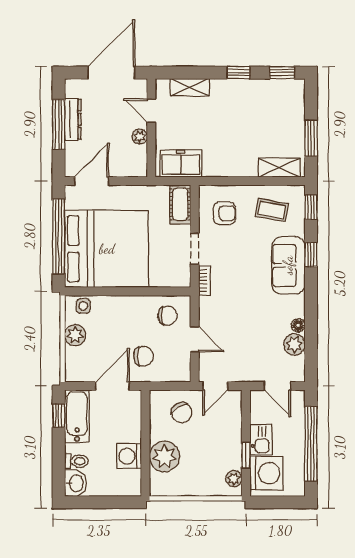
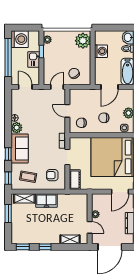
freezer: (181, 164) -> (46, 200), moved
plant: (294, 344) -> (17, 128), moved
chair: (143, 356) -> (104, 118), moved
plant: (165, 457) -> (83, 41), moved
washing machine: (266, 473) -> (20, 39), moved, turned 180

